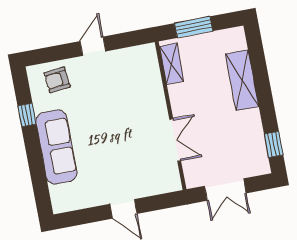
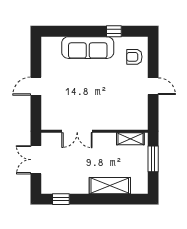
armchair: (57, 80) -> (134, 57), turned -84

